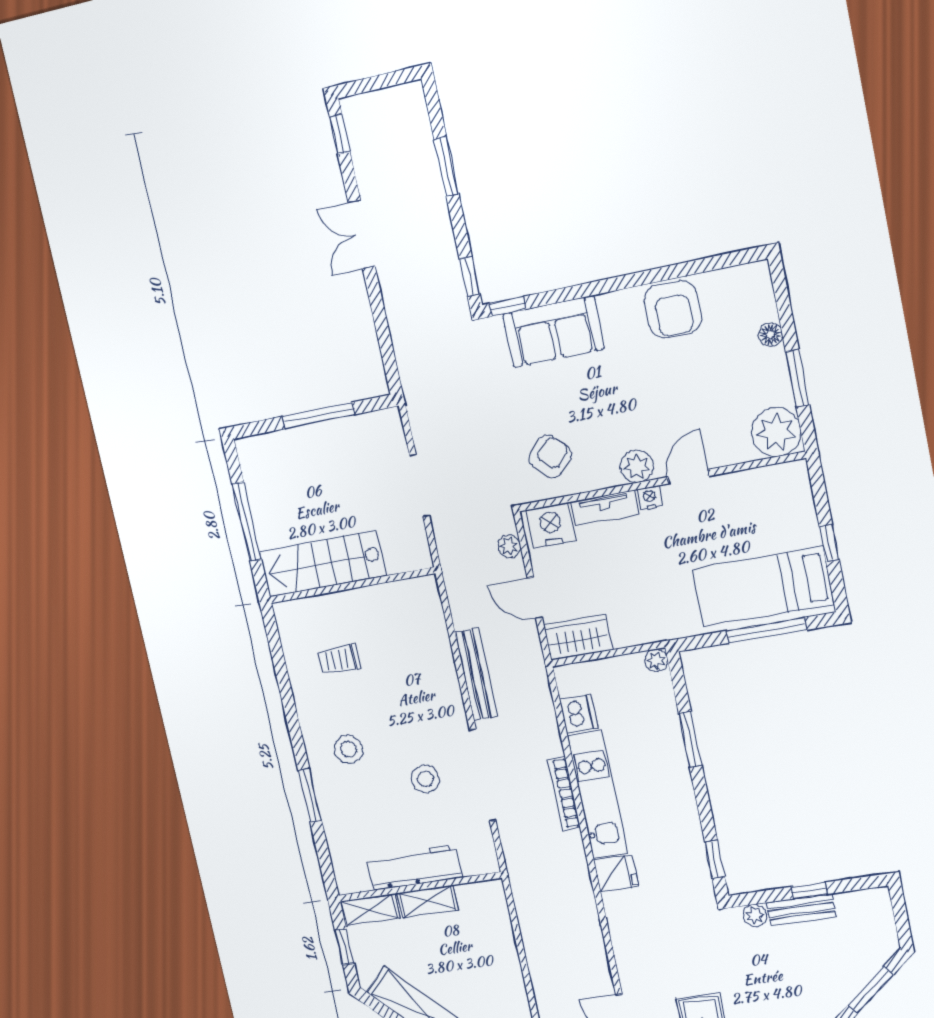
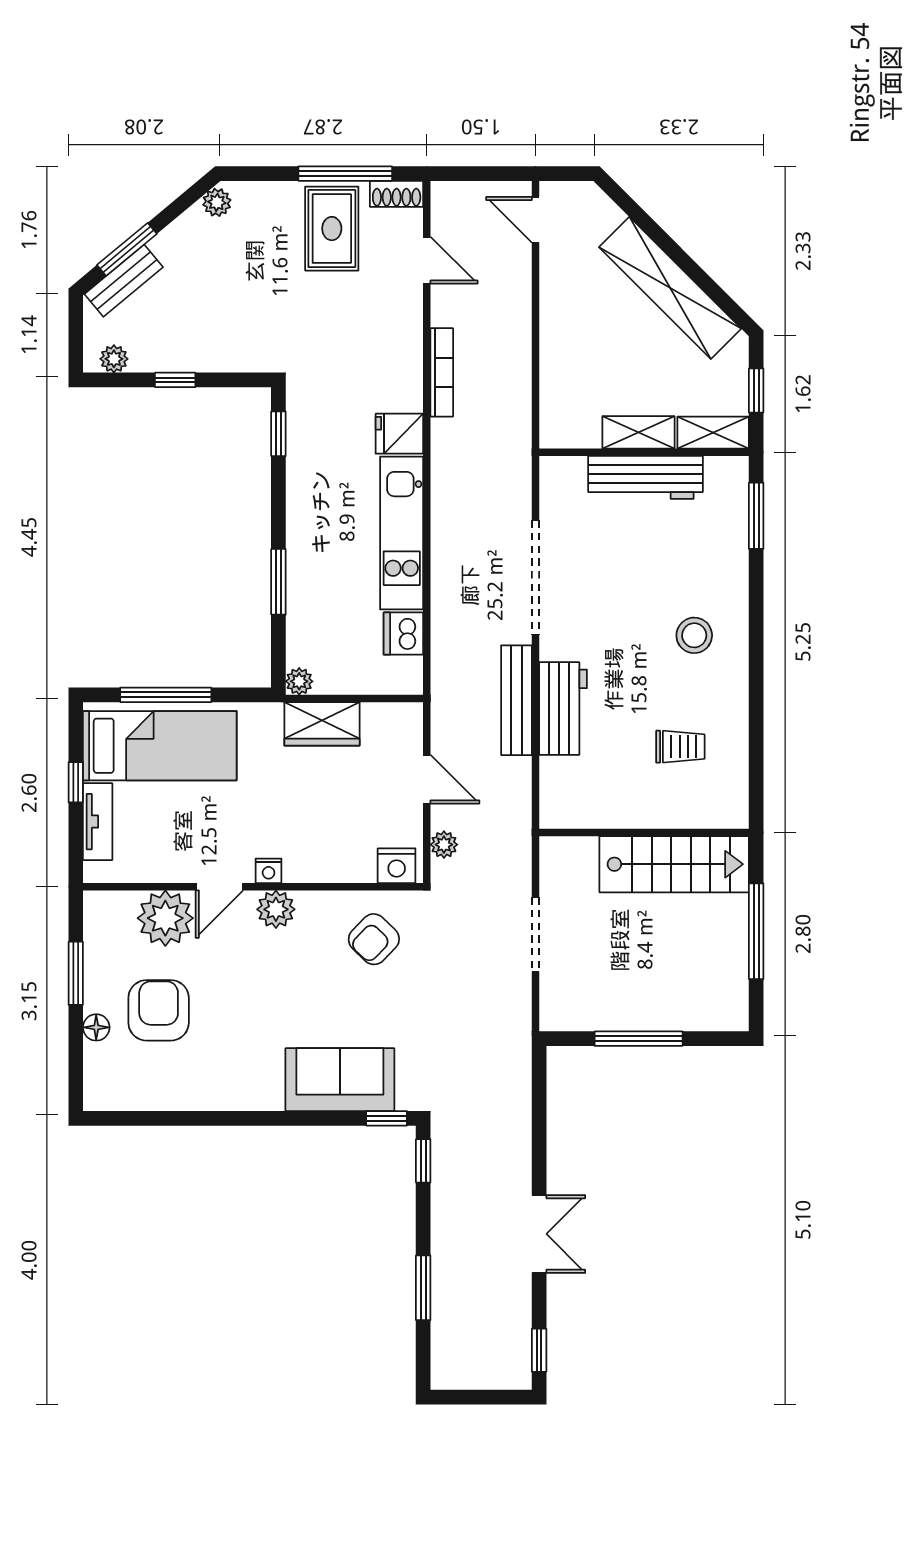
armchair: (673, 309) -> (159, 1010), moved
plant: (776, 432) -> (165, 918), moved
tv unit: (605, 508) -> (98, 822), moved, turned 90
nightstand: (551, 525) -> (397, 866), width x0.74, depth x0.75
wardrobe: (578, 637) -> (322, 724), moved
workbench: (438, 674) -> (563, 709), added
stool: (425, 779) -> (607, 584), removed
bookcase: (564, 794) -> (442, 372), moved
window: (310, 796) -> (756, 516), moved
bench: (801, 910) -> (124, 281), moved, turned -40
plant: (755, 915) -> (114, 359), moved

